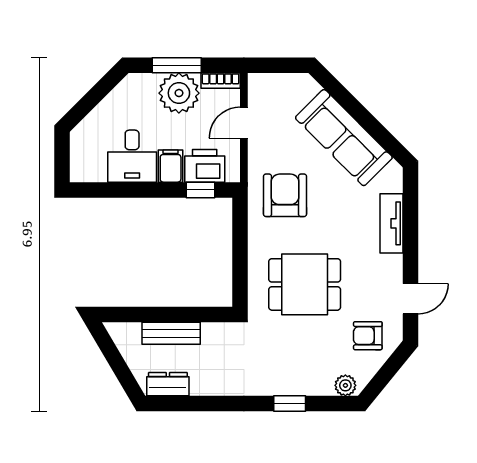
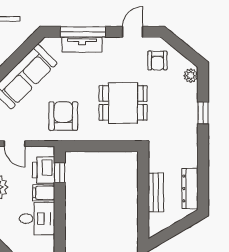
armchair: (285, 195) -> (63, 116), turned 90
window: (411, 225) -> (83, 32), added
dining table: (305, 284) -> (123, 103), turned 90
door: (411, 299) -> (133, 32), hinge flipped
dresser: (168, 384) -> (190, 189), width x1.44

